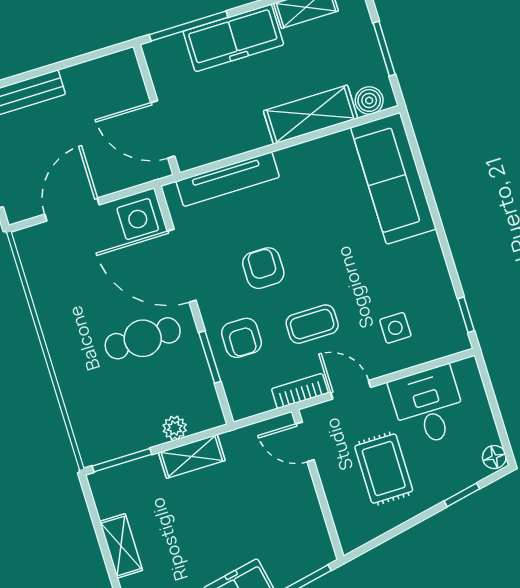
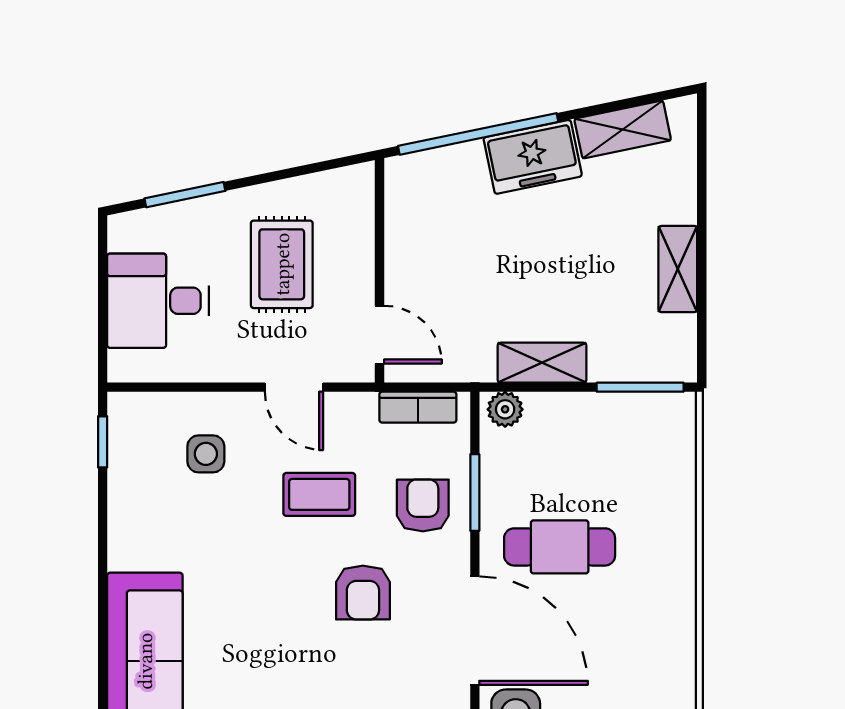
bookcase: (300, 391) -> (418, 407), moved
desk: (428, 406) -> (158, 301), moved, turned 90
plant: (175, 428) -> (505, 409), moved
floor lamp: (494, 457) -> (124, 233), removed
window: (462, 495) -> (185, 195), width x1.50

